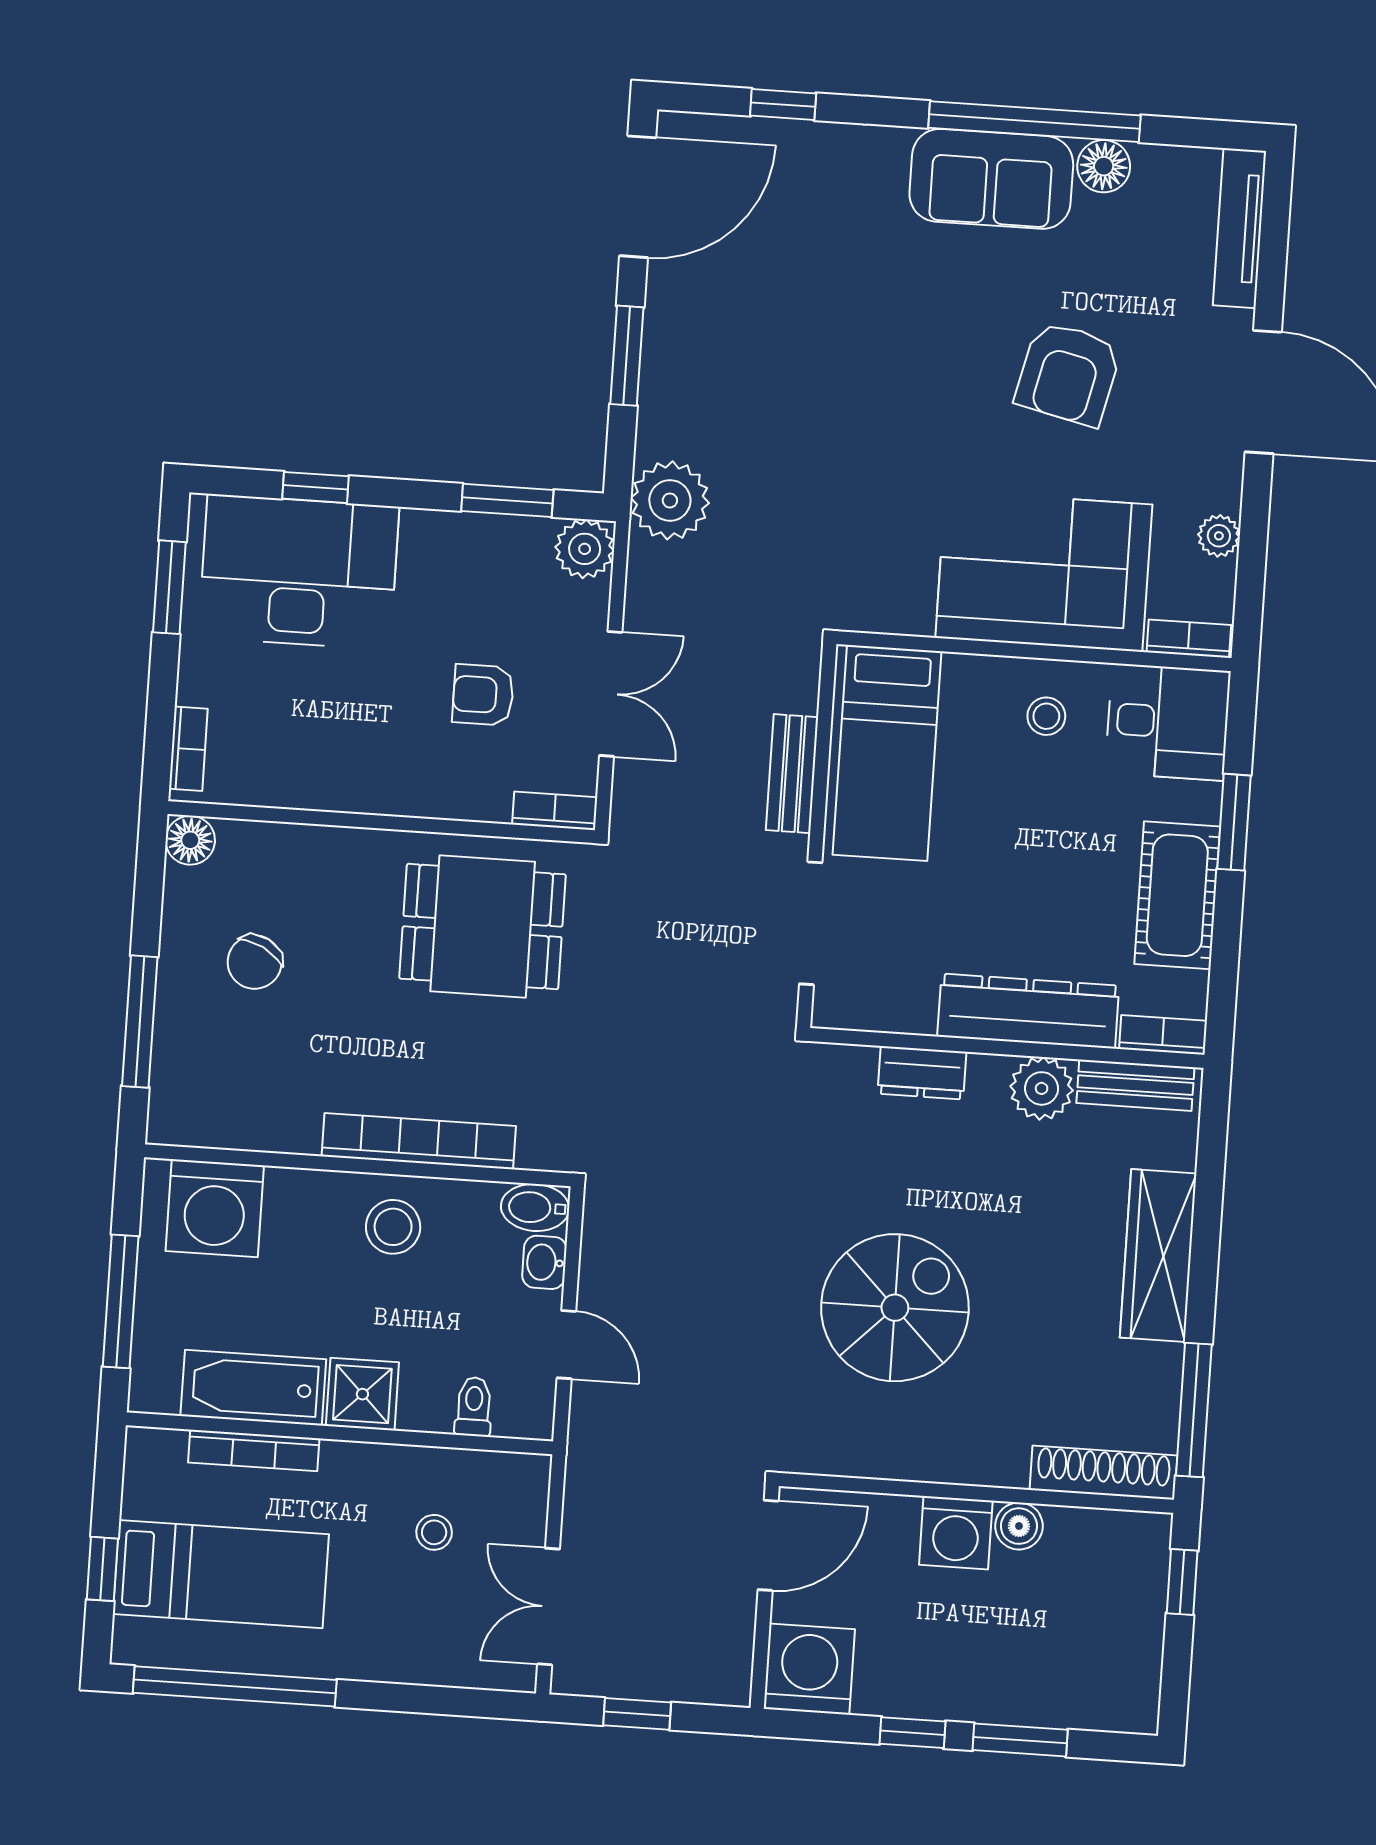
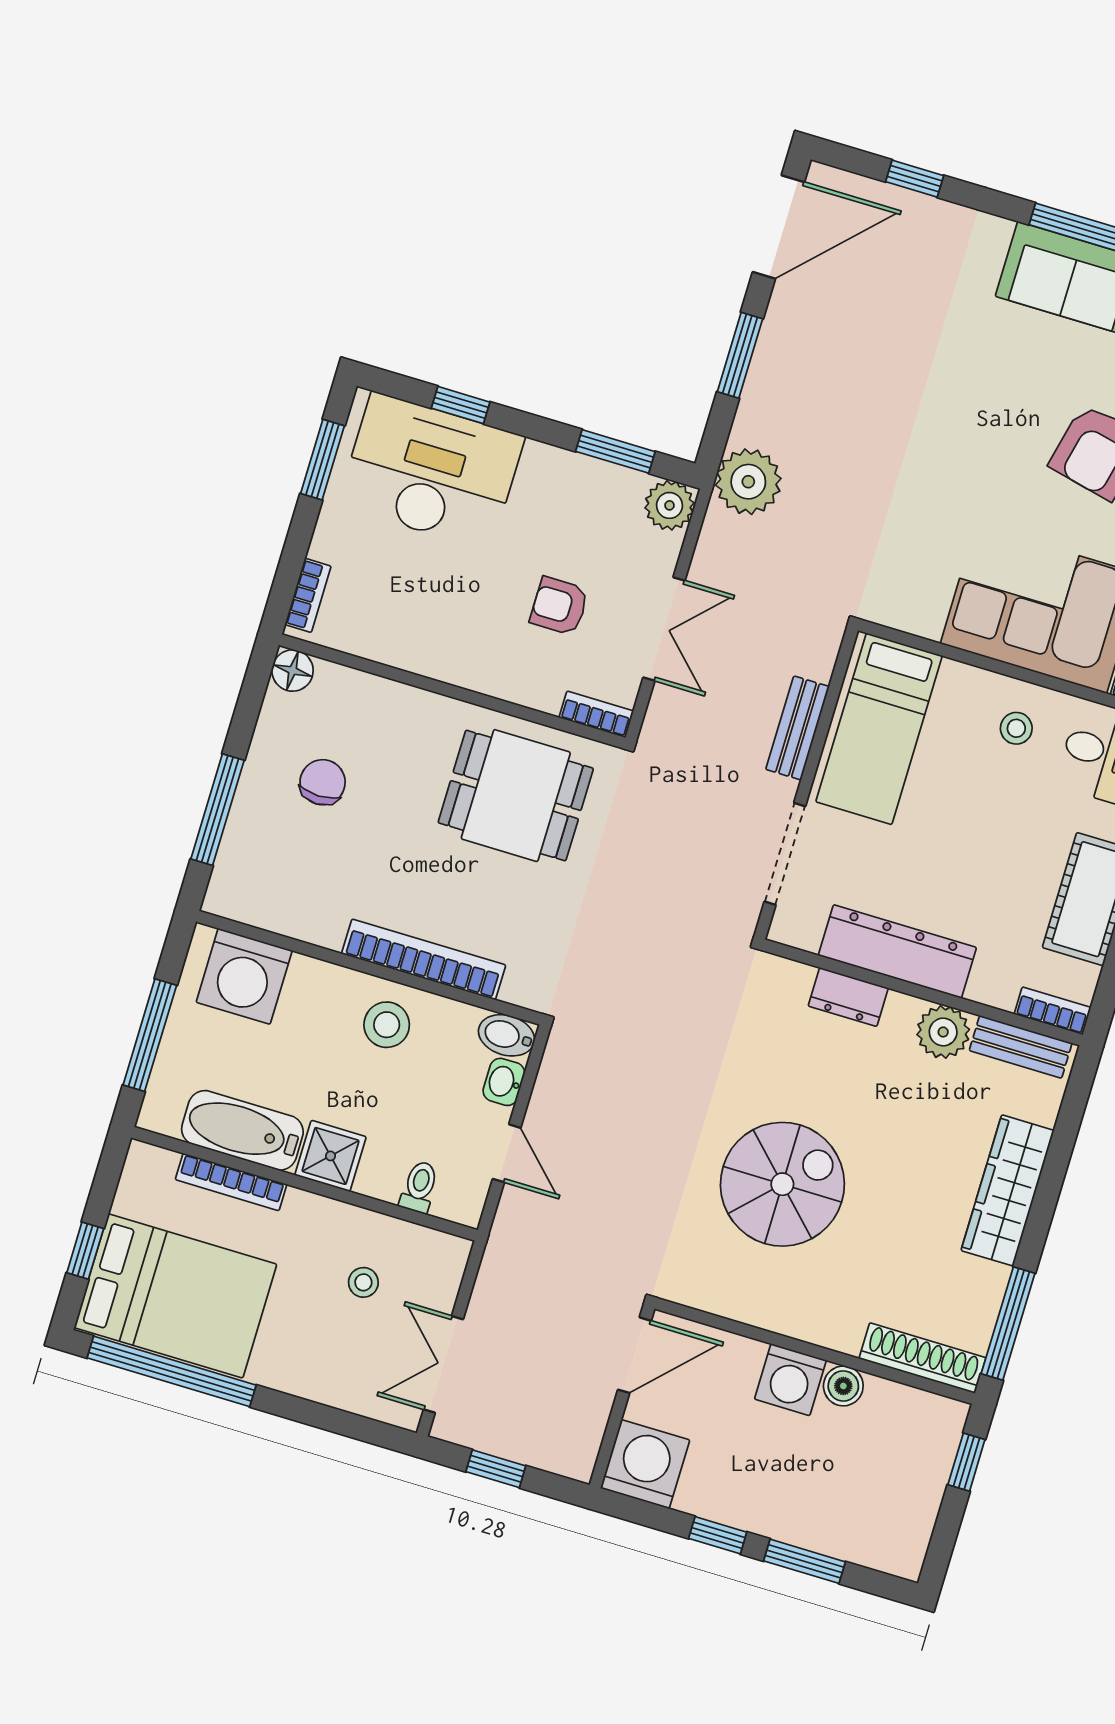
chair: (255, 962) -> (323, 782), turned 152
dresser: (1028, 1011) -> (897, 951), moved
bed: (221, 1574) -> (175, 1296), width x1.50

